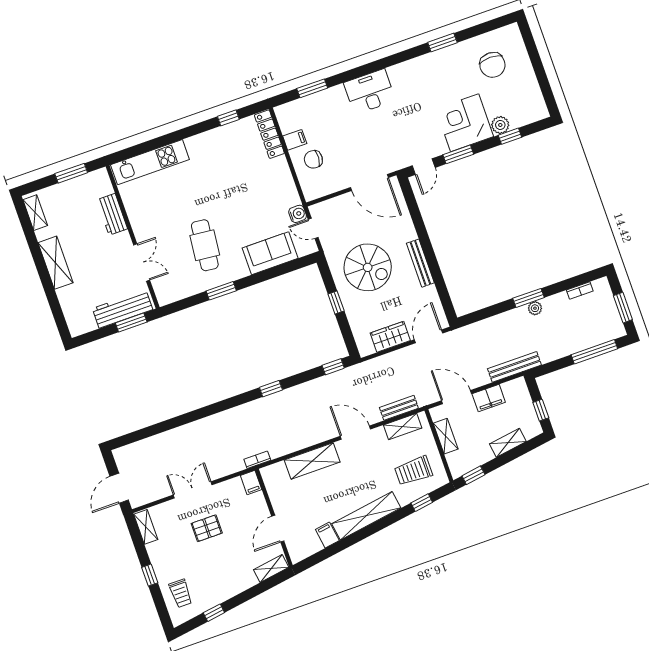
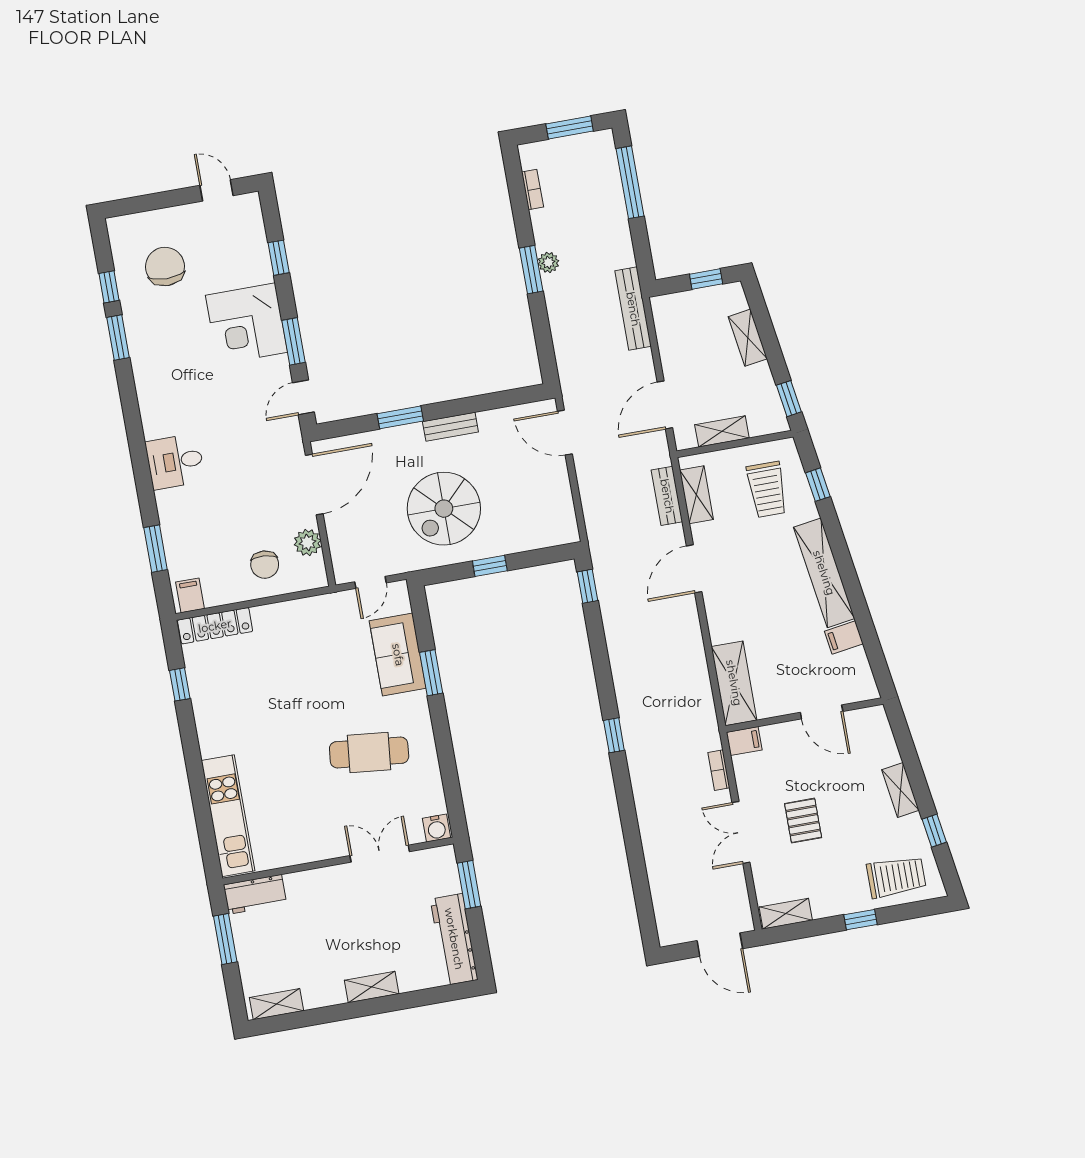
window: (474, 31) -> (109, 287), added
chair: (492, 65) -> (165, 267), turned -90
door: (546, 90) -> (216, 190), added
desk: (370, 92) -> (175, 462), width x0.73
plant: (500, 125) -> (308, 543), moved
filing cabinet: (295, 140) -> (190, 595), moved
door: (424, 167) -> (303, 397), swing flipped
workbench: (112, 214) -> (255, 894), moved
water cooler: (298, 214) -> (436, 828), moved, turned 180
window: (421, 230) -> (400, 417), added
shelving: (56, 263) -> (372, 987), width x0.67, depth x0.75
bench: (420, 263) -> (450, 427), width x0.73
spiral stairs: (368, 267) -> (444, 509), turned 180
window: (221, 291) -> (431, 673), moved
workbench: (122, 309) -> (454, 939), moved
wardrobe: (390, 337) -> (556, 491), removed
window: (271, 389) -> (614, 735), moved
filing cabinet: (489, 398) -> (674, 356), removed
bookcase: (257, 460) -> (719, 770), moved
shelving: (312, 461) -> (734, 683), moved
shelving: (271, 568) -> (900, 790), moved
trolley: (181, 593) -> (896, 877), width x1.36, depth x1.39

